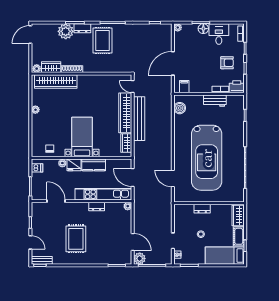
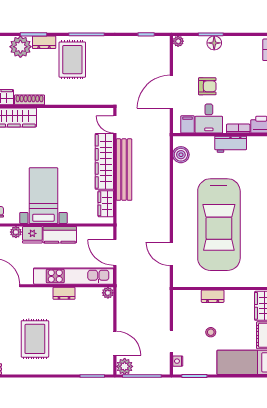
desk: (219, 34) -> (209, 119), moved, turned 180
armchair: (227, 63) -> (207, 86), moved

